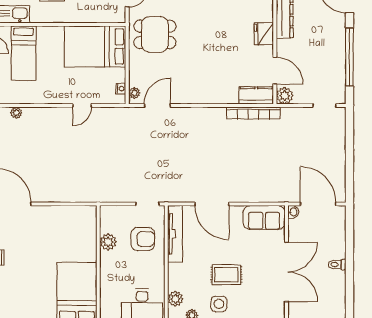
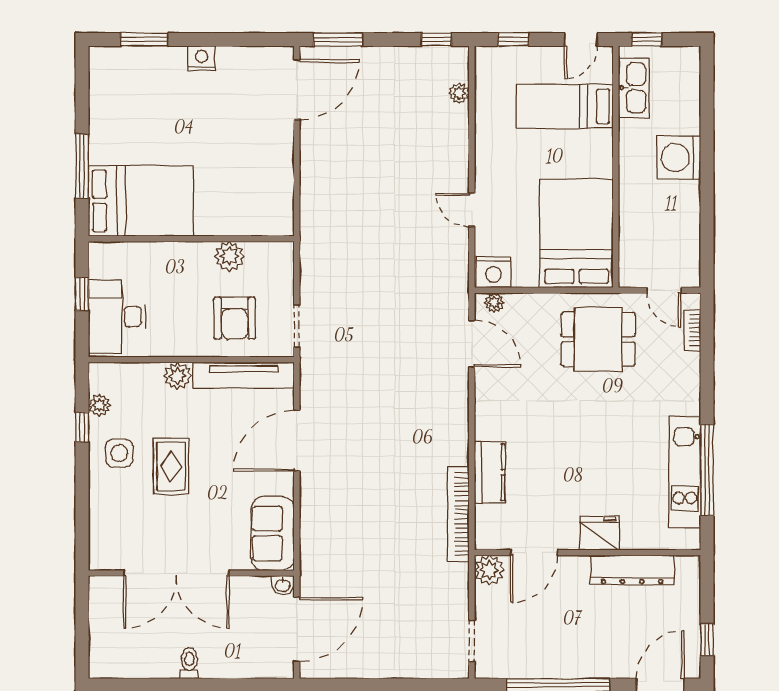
dining table: (155, 34) -> (598, 339), turned 90
nightstand: (121, 89) -> (494, 272), width x1.89, depth x1.79
kitchen counter: (256, 95) -> (490, 472), moved
plant: (175, 299) -> (177, 376), moved

